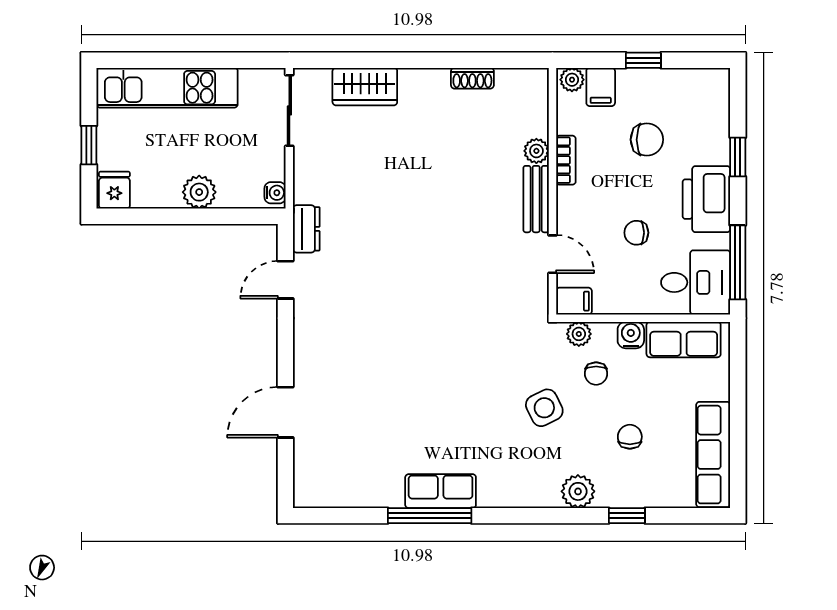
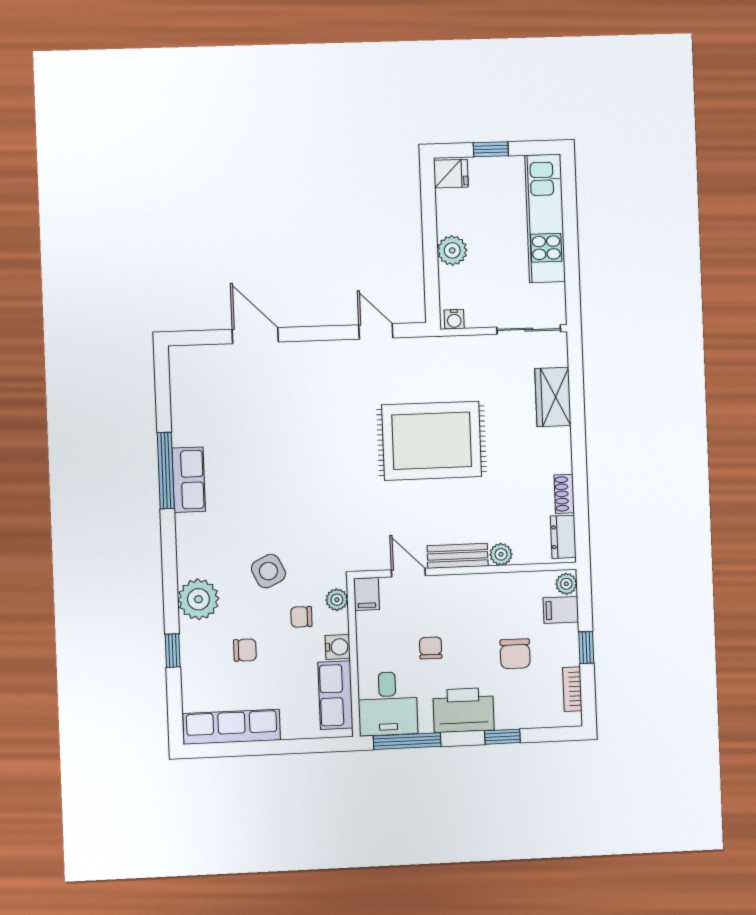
bookcase: (566, 160) -> (572, 689), moved, turned 90
rug: (408, 223) -> (432, 441), added
dresser: (306, 229) -> (563, 537), moved, turned 90
door: (552, 254) -> (408, 573), swing flipped
plant: (578, 491) -> (198, 599), width x1.36, depth x1.36

